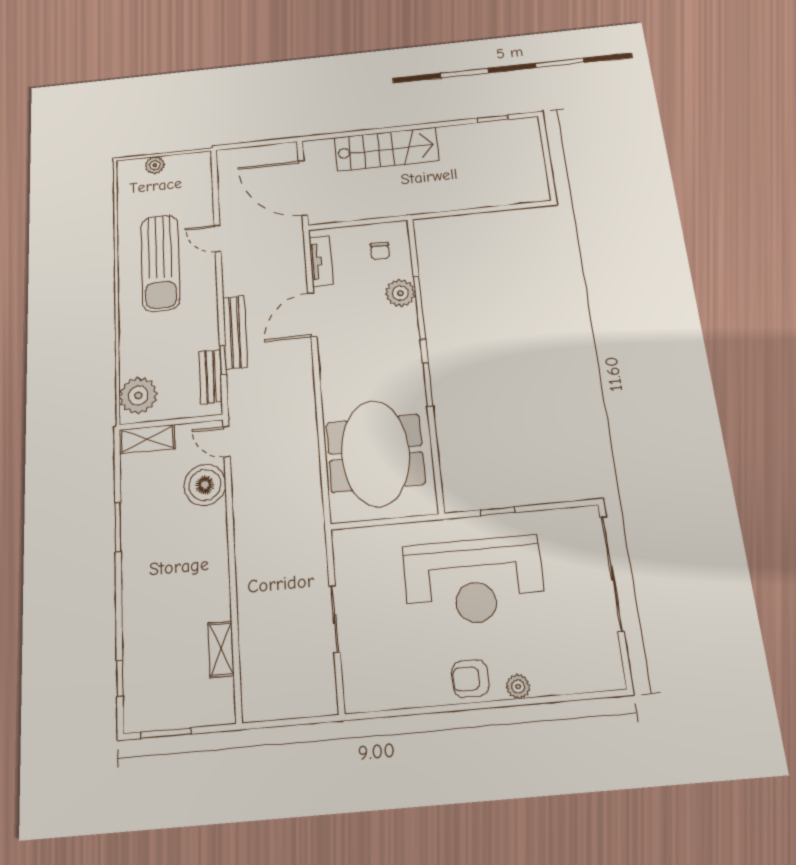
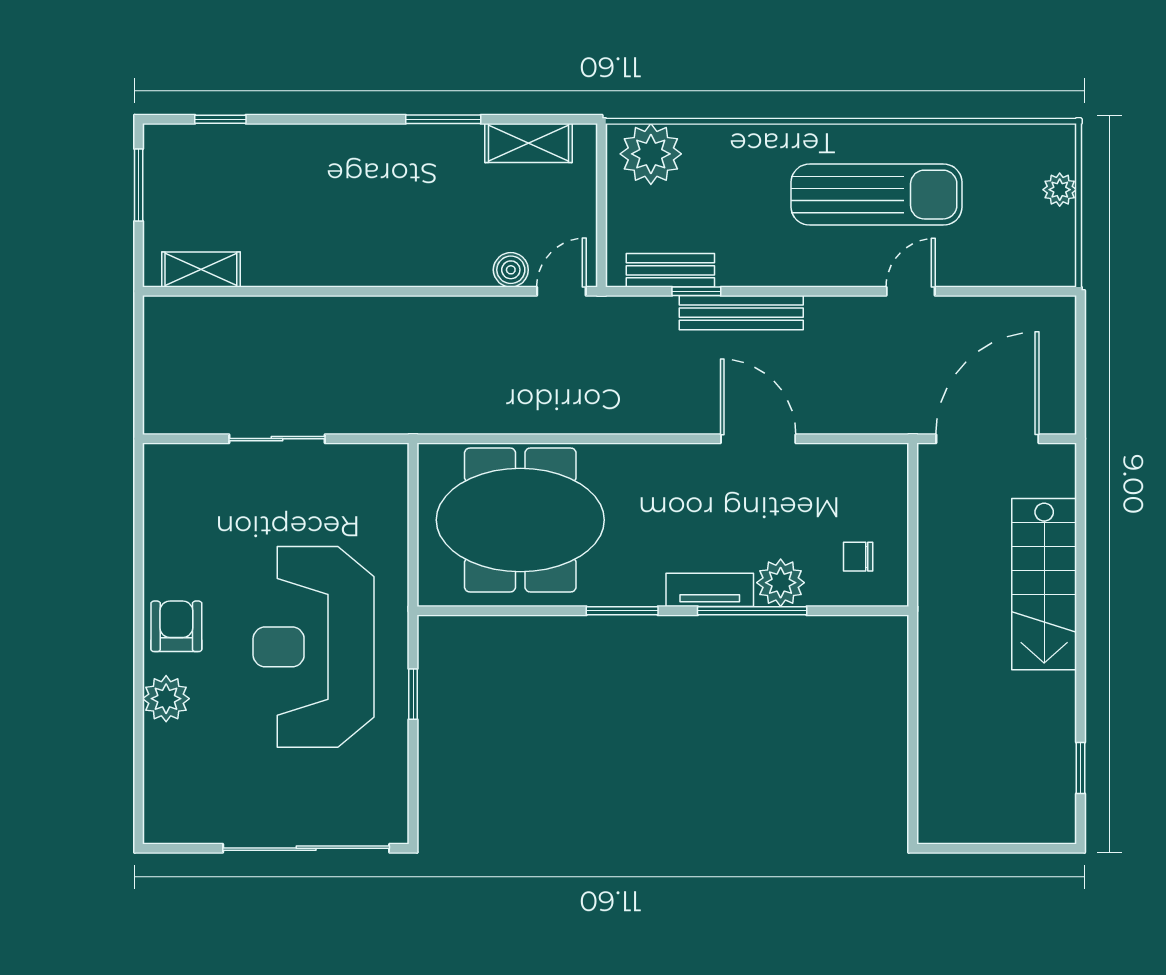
tv unit: (321, 261) -> (710, 590), moved, turned 180
sun lounger: (160, 263) -> (877, 195), turned 180
shelving: (147, 439) -> (529, 143), moved, turned 90
boiler: (205, 485) -> (511, 270), width x0.54, depth x0.54
shelving: (221, 649) -> (201, 270), moved
plant: (518, 687) -> (166, 699), width x1.38, depth x1.38

